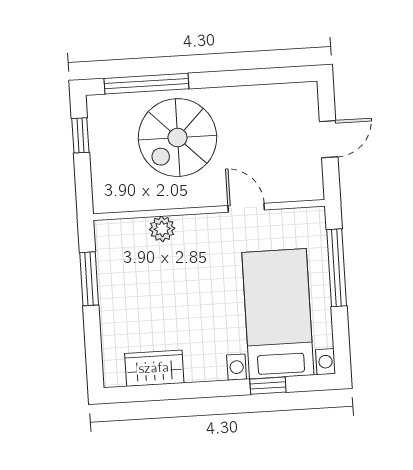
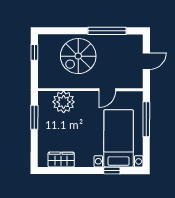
window: (146, 84) -> (107, 31), moved
door: (246, 208) -> (107, 90), swing flipped
plant: (162, 229) -> (64, 102), width x1.88, depth x1.88

